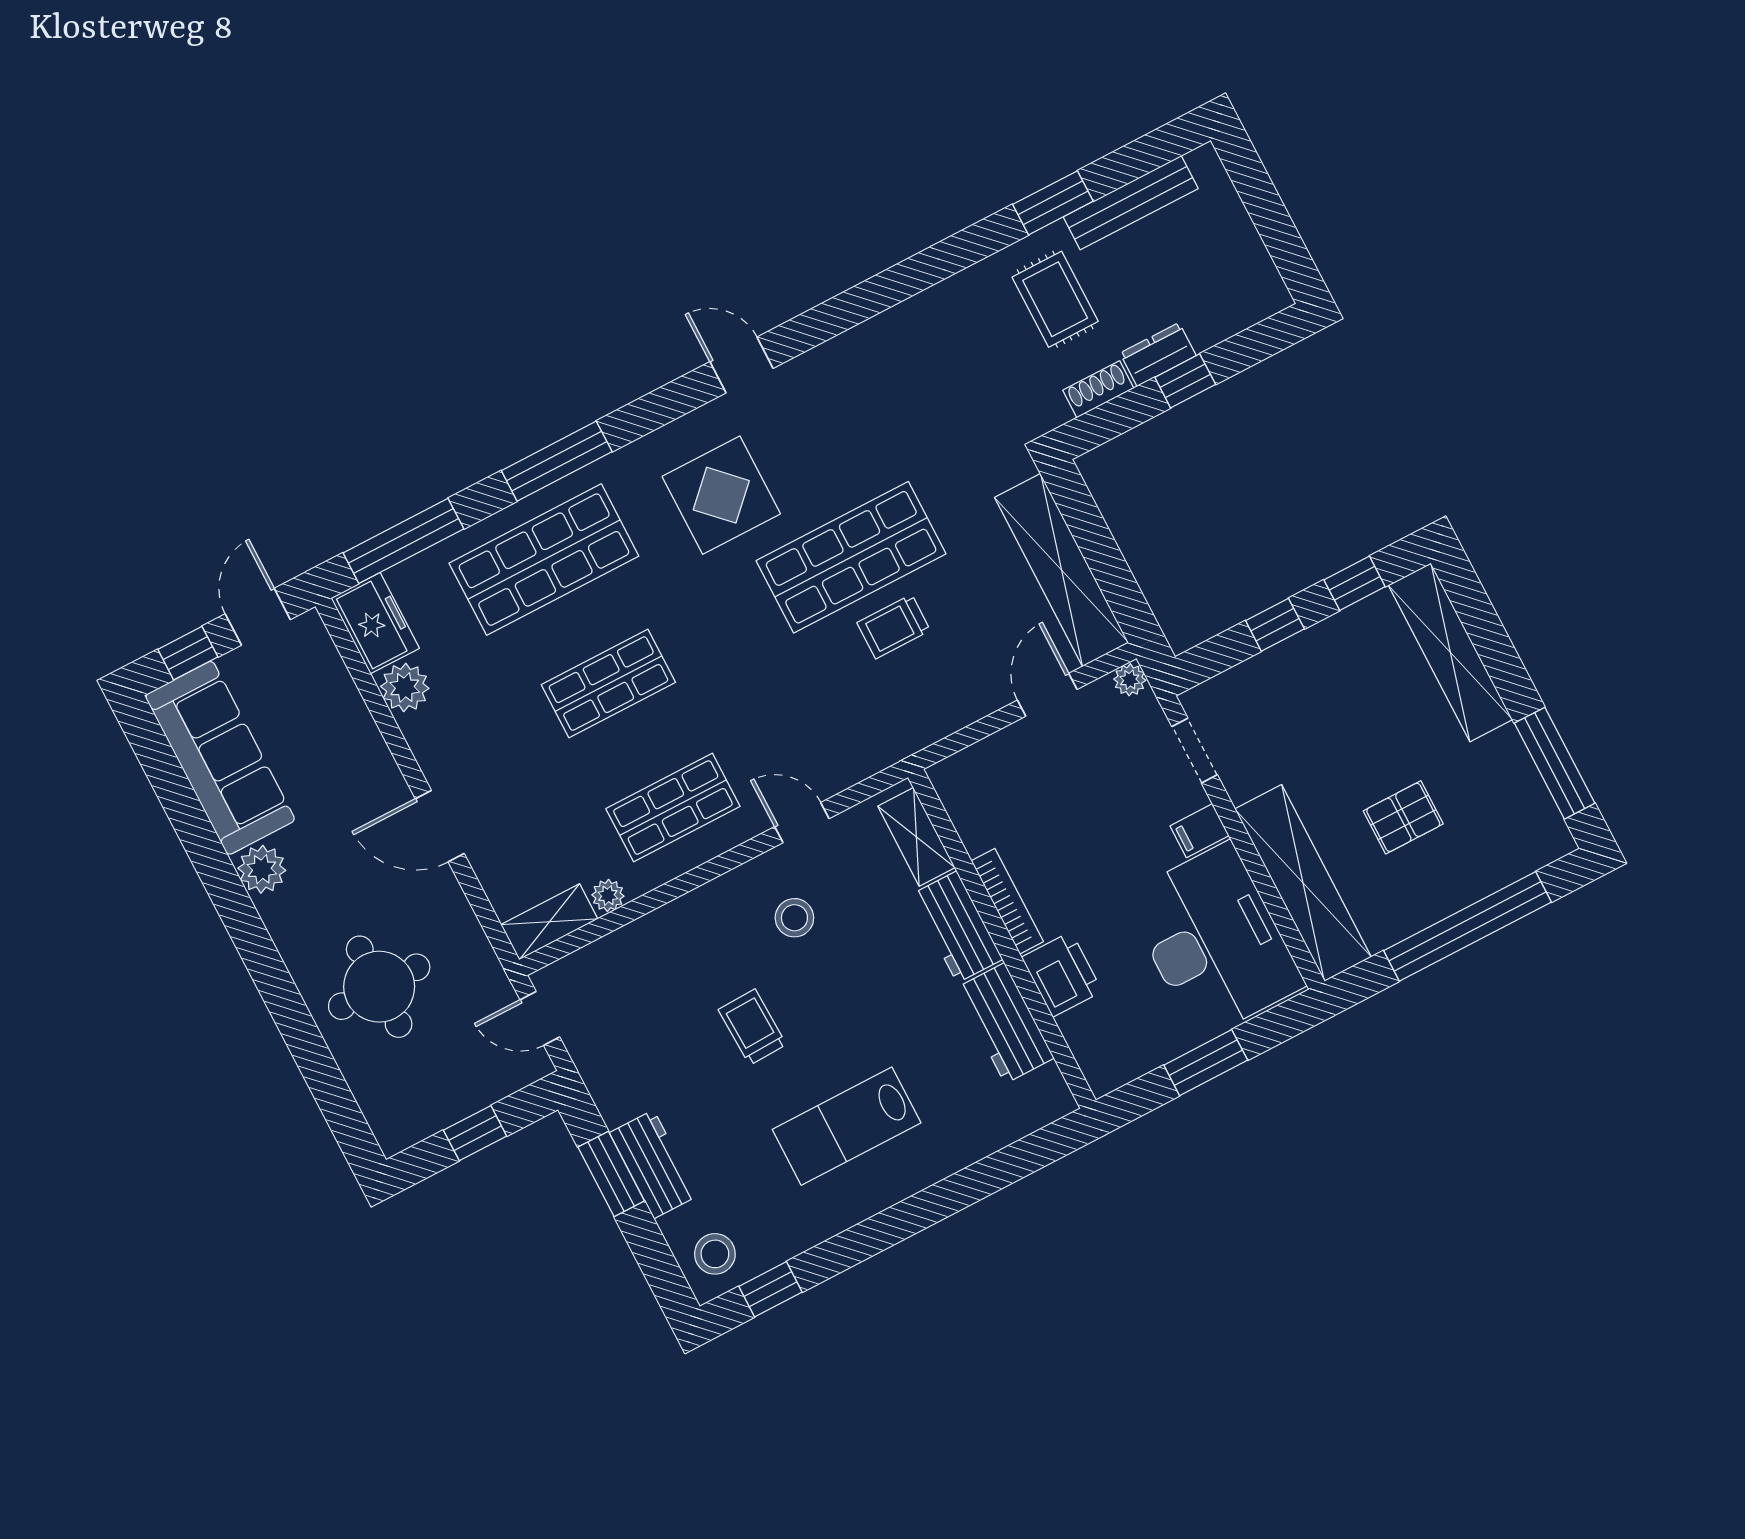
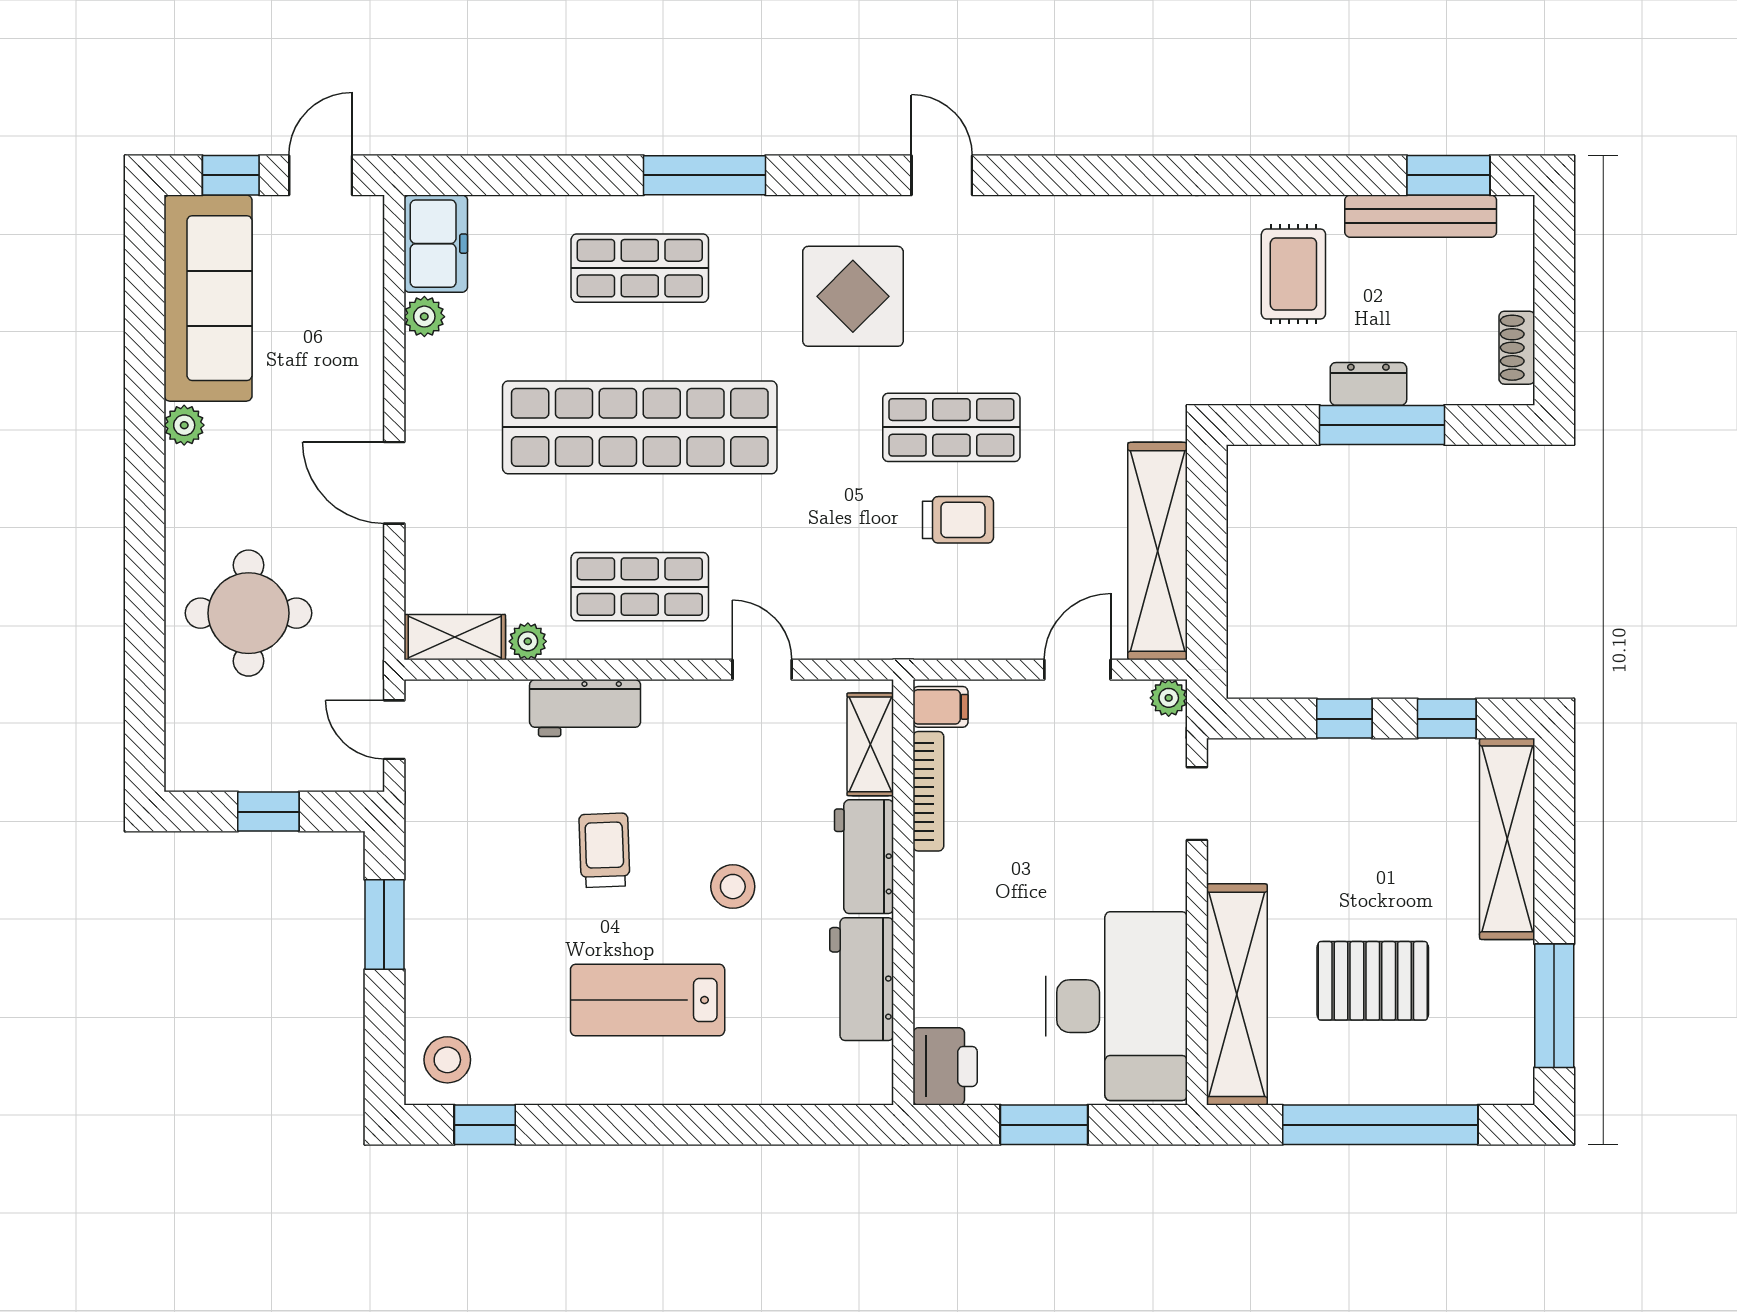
window: (1053, 203) -> (1448, 175), moved
window: (1185, 381) -> (1382, 425), width x2.17
shoe rack: (1098, 389) -> (1517, 348), moved, turned -90
window: (403, 541) -> (508, 175), removed
shop shelf: (851, 557) -> (951, 427), width x0.70, depth x0.74
shop shelf: (544, 560) -> (640, 268), width x0.70, depth x0.74
trolley: (894, 627) -> (958, 520), turned 180
shop shelf: (608, 684) -> (640, 427), width x2.00, depth x1.36
plant: (405, 687) -> (424, 317), width x0.73, depth x0.73
pallet: (1403, 817) -> (1373, 981), width x1.50, depth x1.42
filing cabinet: (1199, 831) -> (940, 707), moved, turned 180
plant: (262, 869) -> (184, 425), width x0.73, depth x0.73
bookcase: (1007, 901) -> (928, 791), moved
stool: (794, 918) -> (733, 887), moved
printer: (1062, 974) -> (945, 1066), moved
workbench: (654, 1164) -> (585, 708), moved, turned 90

